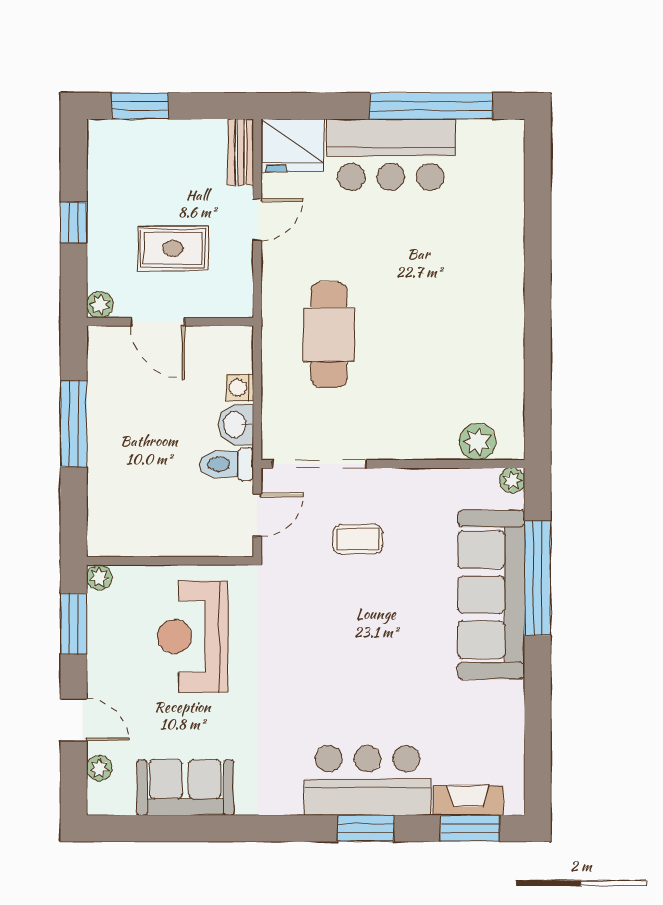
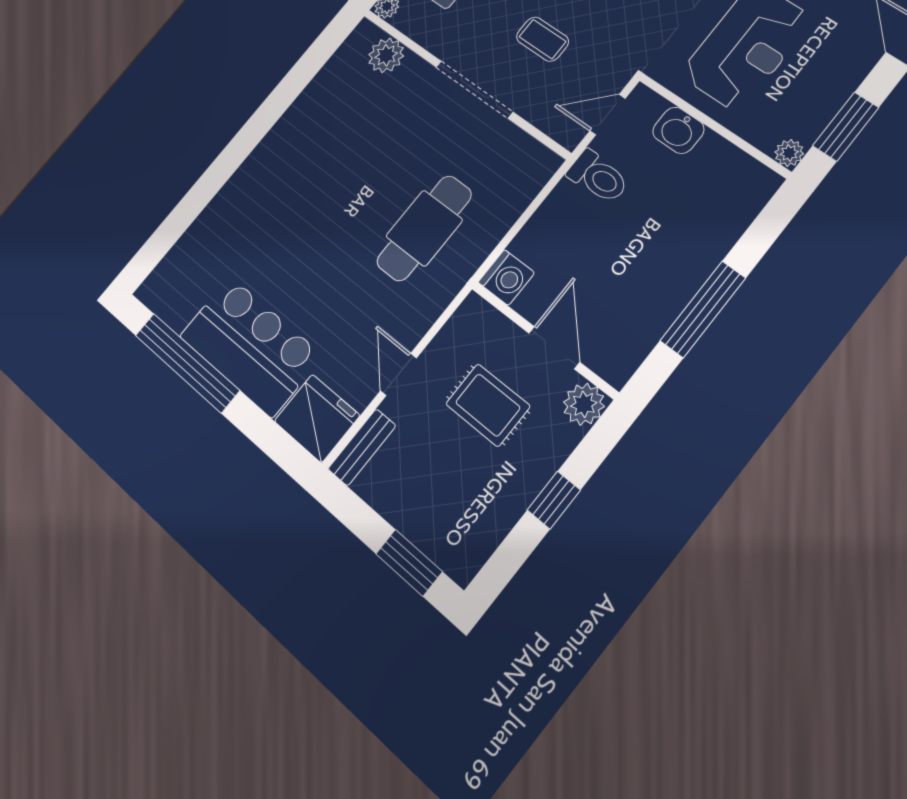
door: (257, 220) -> (398, 374), hinge flipped
plant: (100, 305) -> (584, 404), width x1.38, depth x1.38
washing machine: (240, 388) -> (506, 277), moved, width x1.38, depth x1.38
washbasin: (236, 425) -> (678, 130), moved, turned 90
doorway: (319, 464) -> (474, 89), moved

